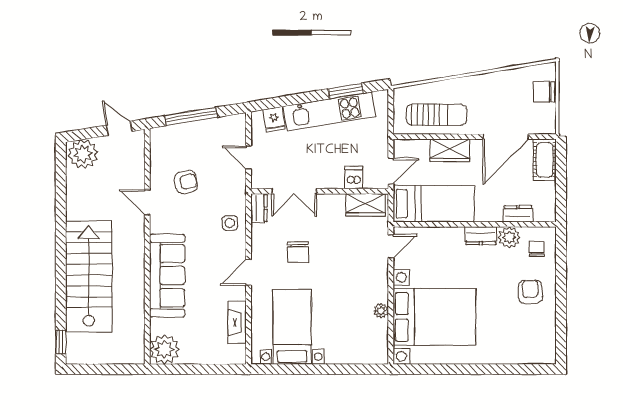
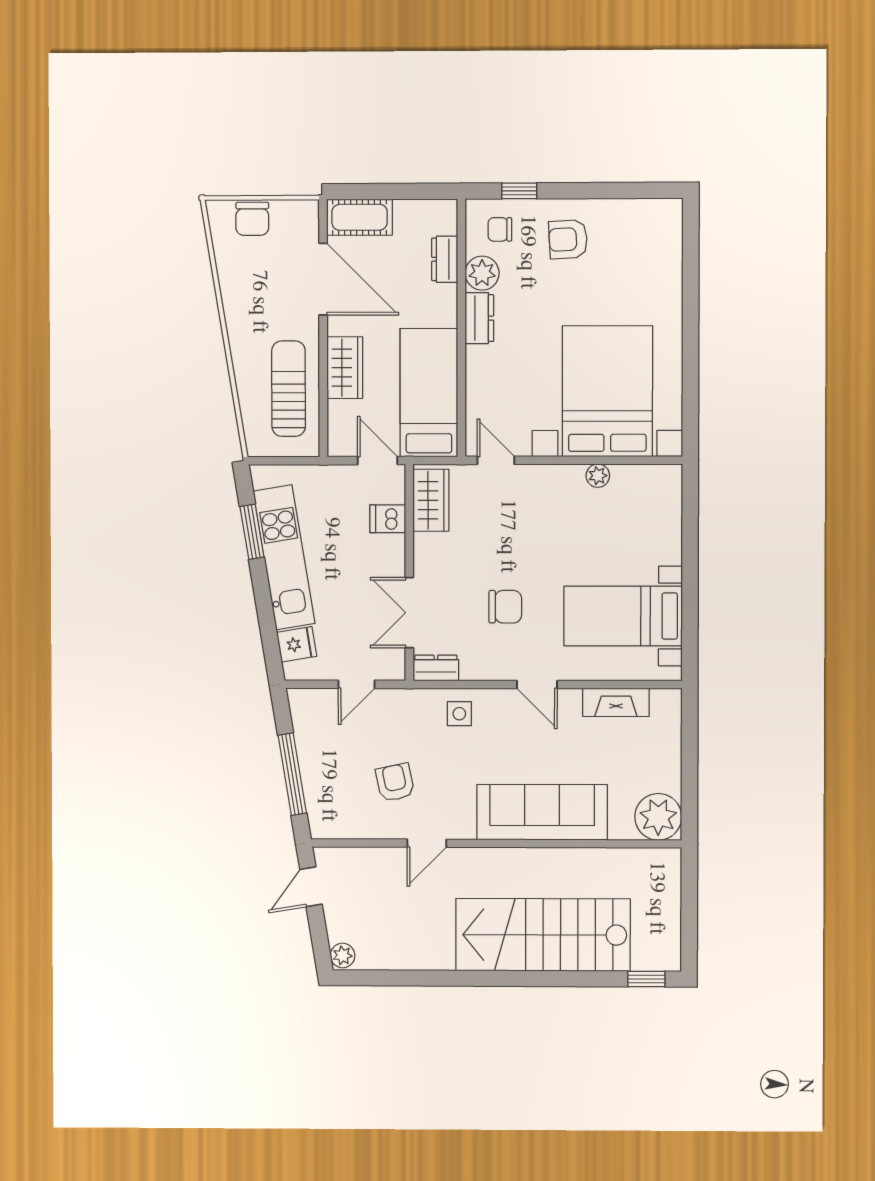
plant: (83, 154) -> (343, 955), width x0.53, depth x0.53
double door: (294, 191) -> (409, 613), swing flipped
window: (561, 261) -> (519, 191), added

